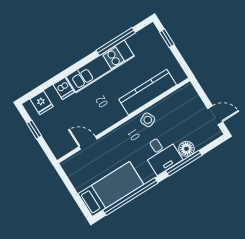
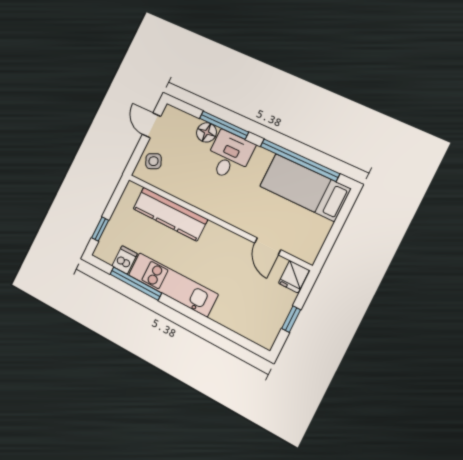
dishwasher: (64, 88) -> (125, 260), moved
fridge: (42, 103) -> (294, 277), moved, turned 180
side table: (148, 120) -> (153, 161), moved

